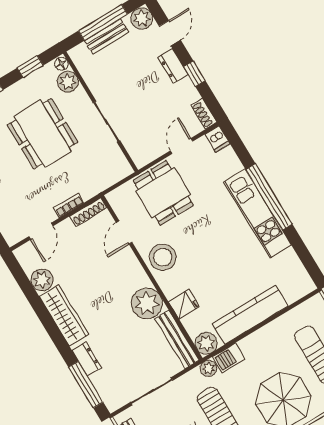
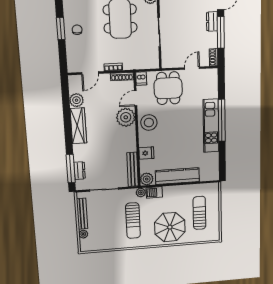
window: (194, 74) -> (221, 32), width x2.17
dishwasher: (217, 139) -> (141, 78), moved
plant: (147, 303) -> (126, 117), moved
dresser: (87, 359) -> (80, 171), moved

